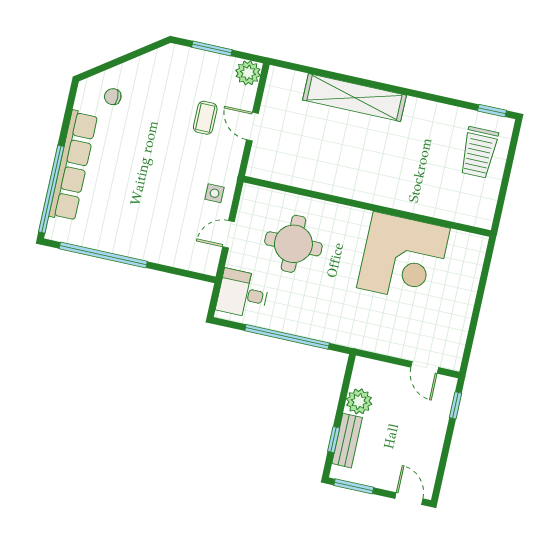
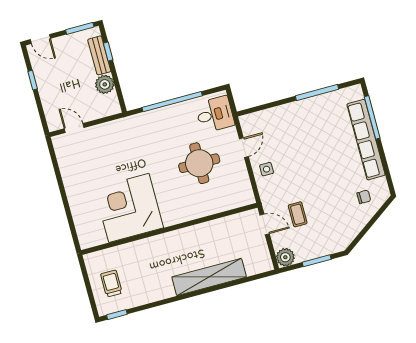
trolley: (479, 152) -> (111, 284), width x0.73, depth x0.72
window: (51, 189) -> (372, 117), width x0.68
wall: (367, 206) -> (169, 229), moved
window: (103, 255) -> (317, 92), width x0.68
corner desk: (403, 258) -> (129, 208), moved
window: (455, 405) -> (33, 80), moved

